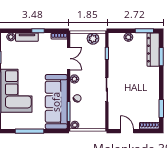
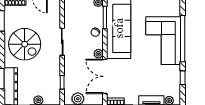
double door: (69, 59) -> (105, 76), width x1.37
spiral stairs: (141, 88) -> (25, 44), added

